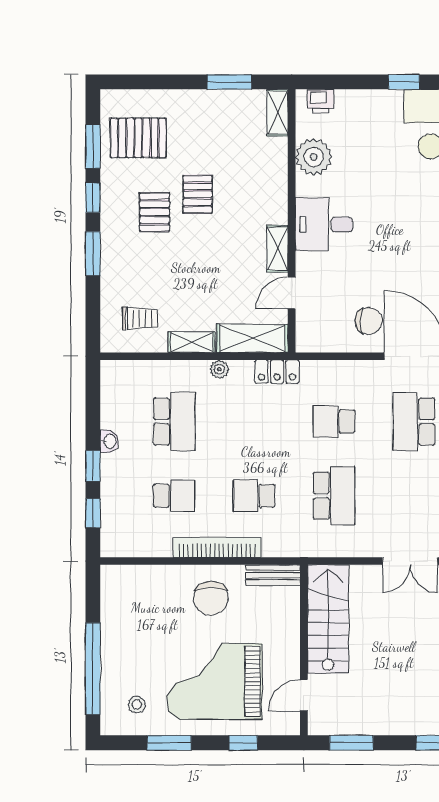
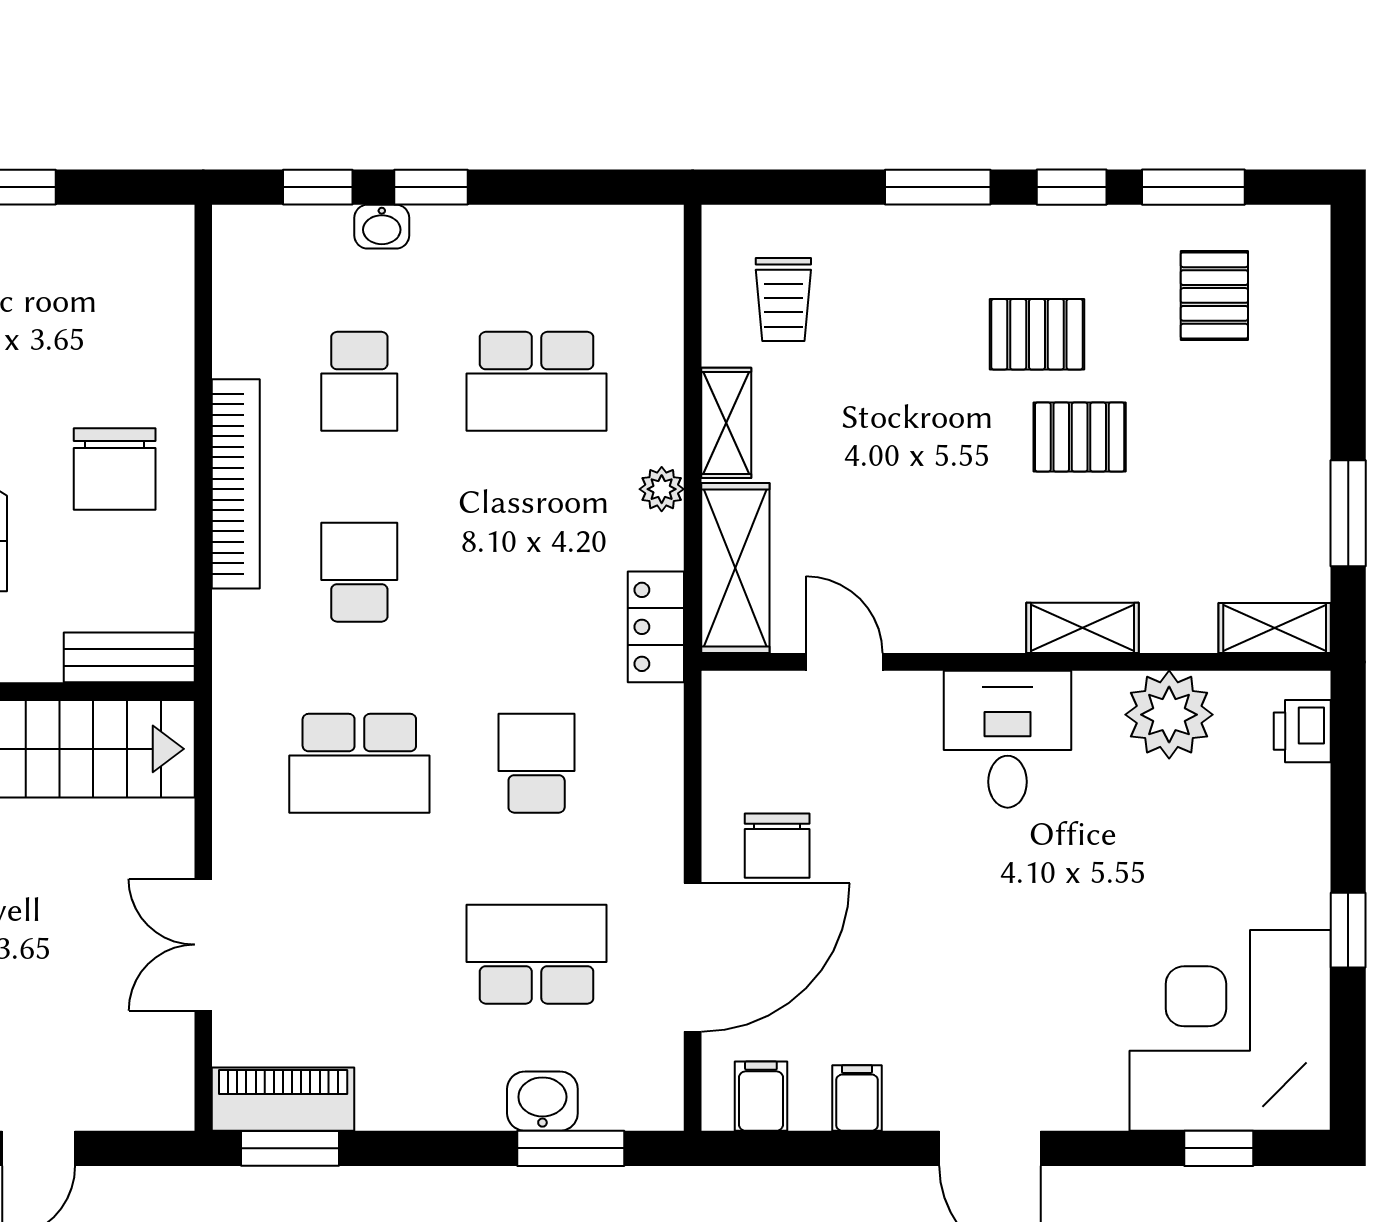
pallet: (138, 138) -> (1214, 295), width x0.67, depth x0.71
shelving: (277, 249) -> (1082, 628), moved
washbasin: (109, 441) -> (382, 227), moved
bench: (273, 575) -> (129, 657), moved, turned 90
chair: (211, 598) -> (115, 469), turned -90

